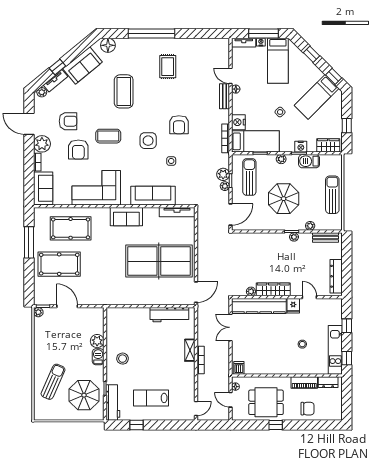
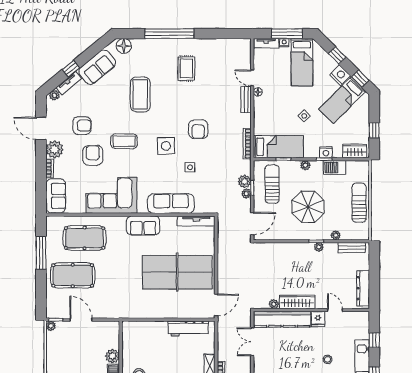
nightstand: (238, 122) -> (340, 75), moved, turned 135
armchair: (78, 149) -> (93, 155), turned 180

